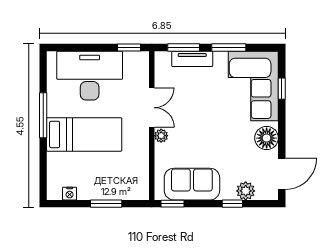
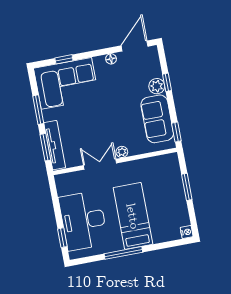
window: (129, 47) -> (62, 238), moved
tv unit: (192, 59) -> (55, 145), width x1.41
floor lamp: (267, 138) -> (111, 59), width x0.53, depth x0.53
door: (282, 174) -> (135, 46), hinge flipped
plant: (246, 191) -> (157, 86), moved
nightstand: (70, 194) -> (187, 232), moved

